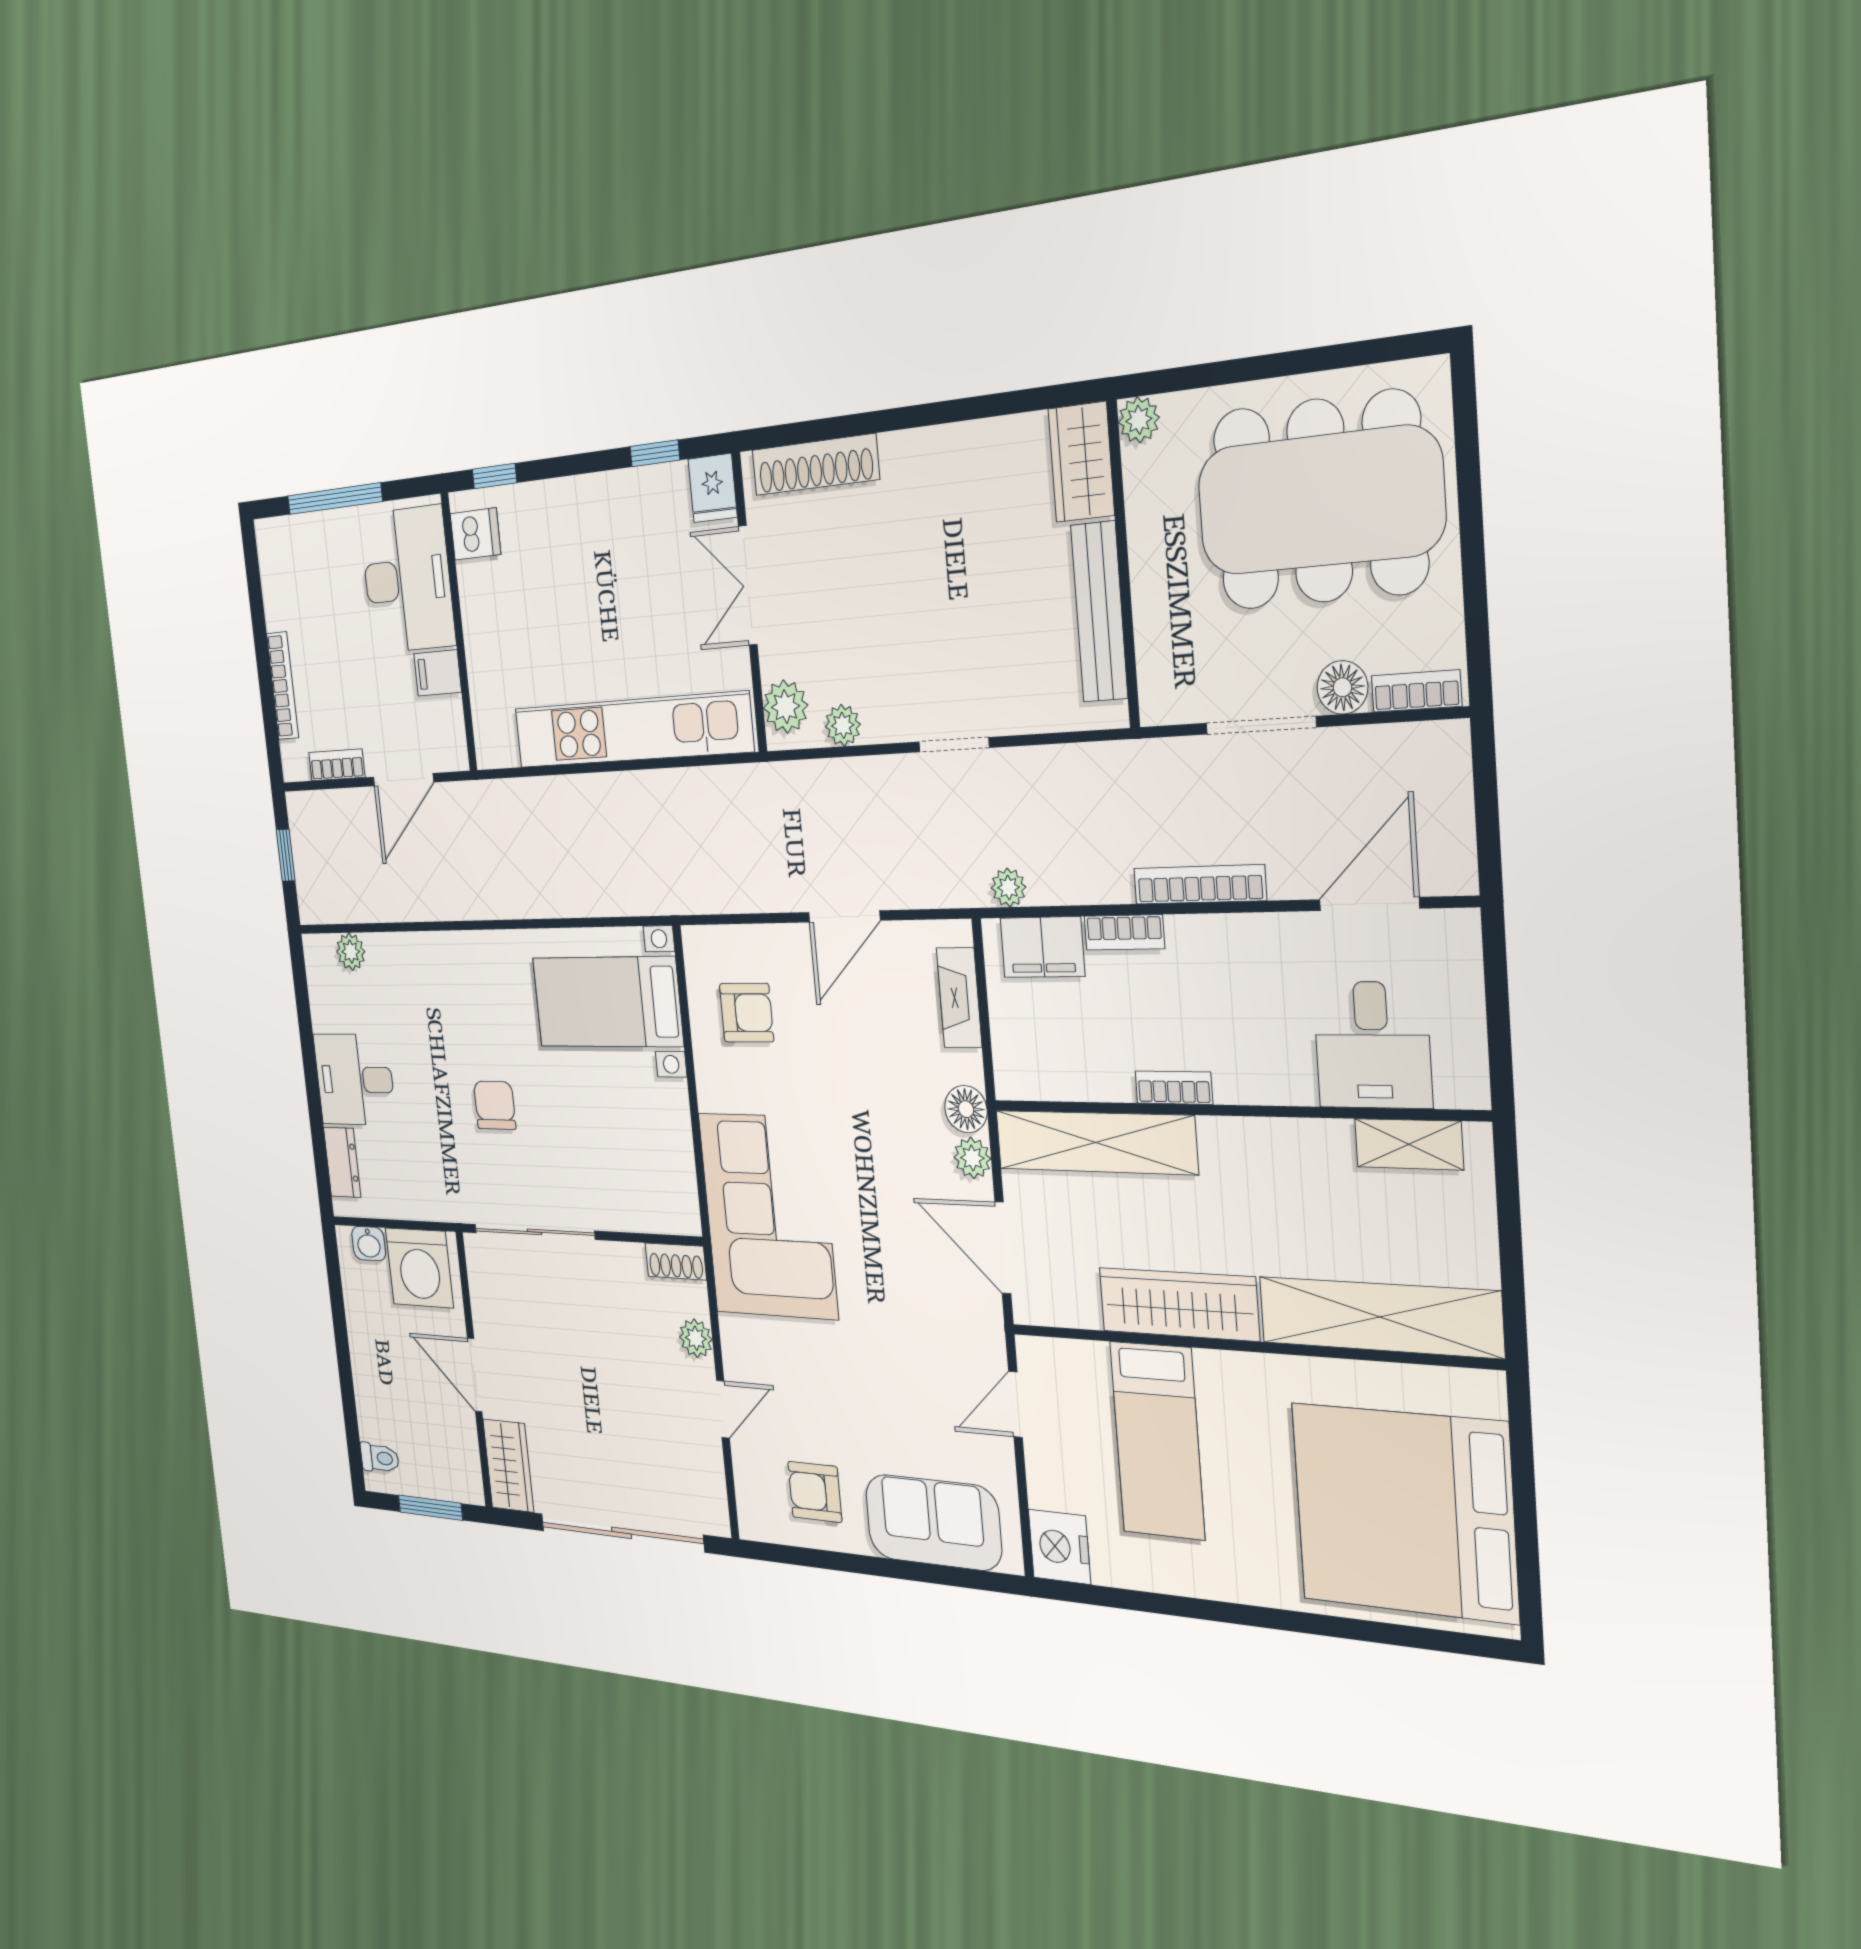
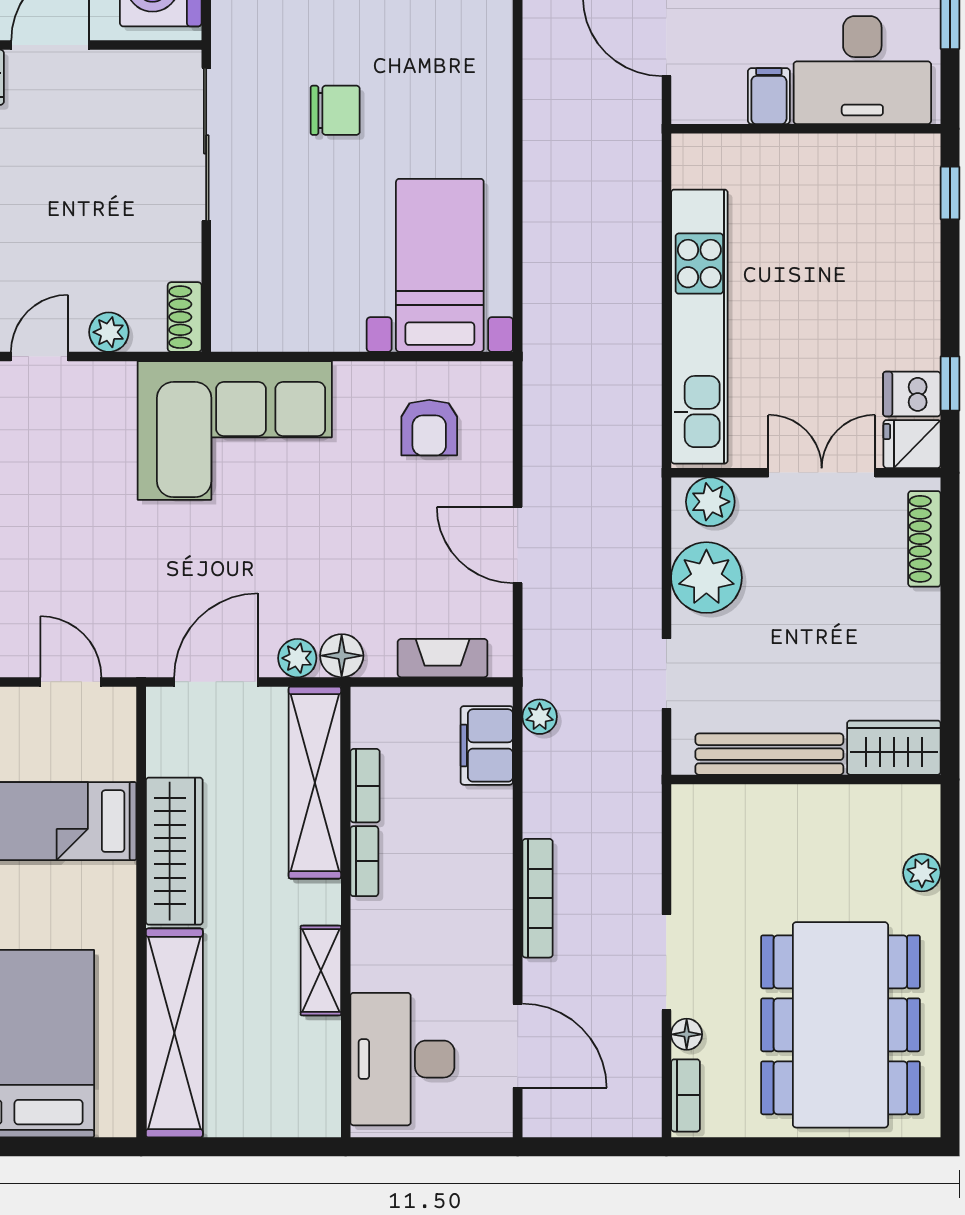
wardrobe: (1081, 462) -> (894, 748), moved
shoe rack: (815, 465) -> (924, 539), width x0.74, depth x0.81
dishwasher: (475, 534) -> (912, 394), moved, turned 90
wall: (1123, 565) -> (806, 780), moved
bench: (1099, 612) -> (769, 754), moved
floor lamp: (1342, 687) -> (687, 1034), width x0.73, depth x0.73
plant: (843, 725) -> (706, 578), width x1.87, depth x1.87
bookcase: (1124, 932) -> (365, 786), moved, turned 180
desk: (1372, 1045) -> (402, 1059), width x1.37
shelving: (1409, 1144) -> (321, 970), moved
door: (723, 1409) -> (40, 357), swing flipped

